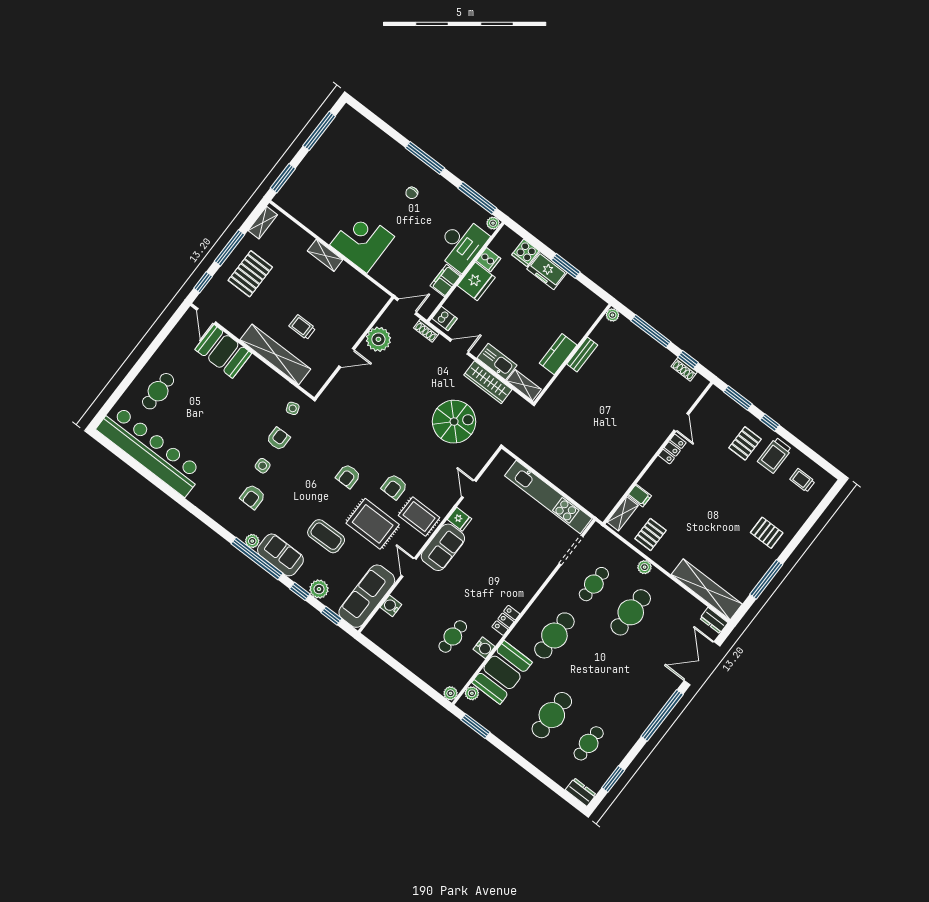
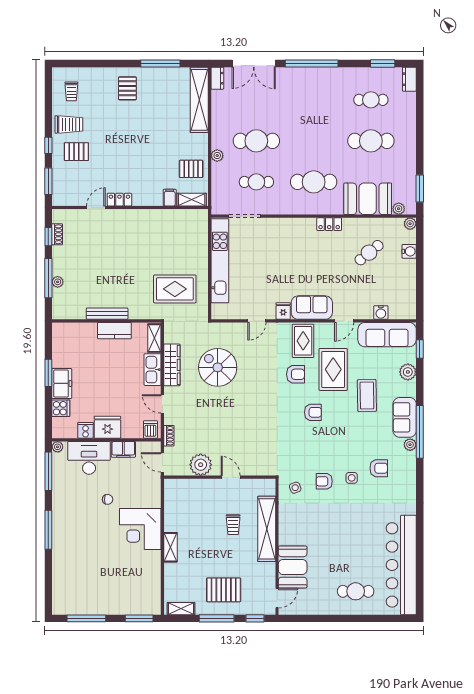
chair: (412, 193) -> (108, 499), moved
plant: (612, 315) -> (58, 282), moved
bench: (582, 354) -> (107, 314), width x1.36
rug: (554, 437) -> (175, 289), added
window: (300, 591) -> (420, 384), removed
cafe table: (453, 636) -> (369, 253), turned -39
water cooler: (484, 648) -> (409, 251), moved, turned 90

